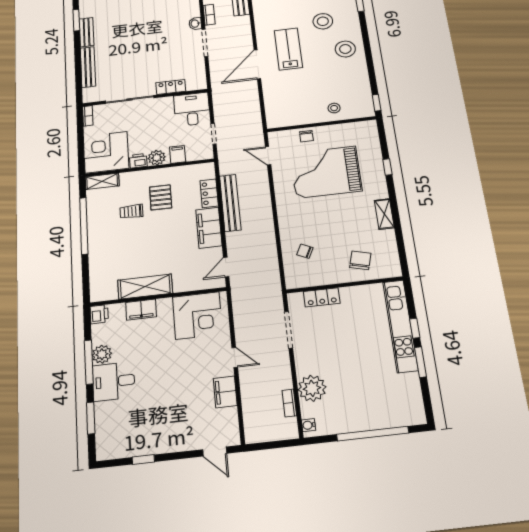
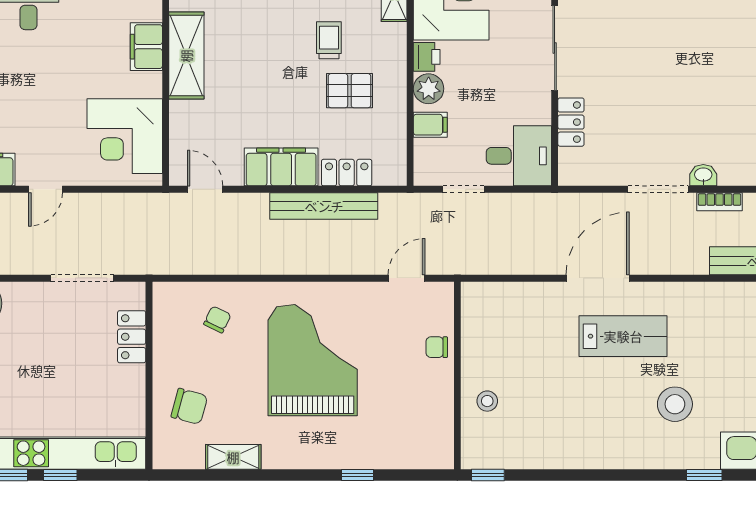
stool: (345, 49) -> (609, 436), removed
door: (257, 64) -> (598, 278), hinge flipped
grand piano: (326, 172) -> (313, 360), moved
shelving: (384, 214) -> (233, 457), moved

